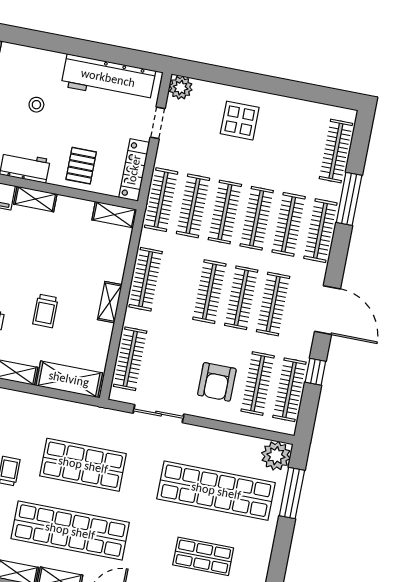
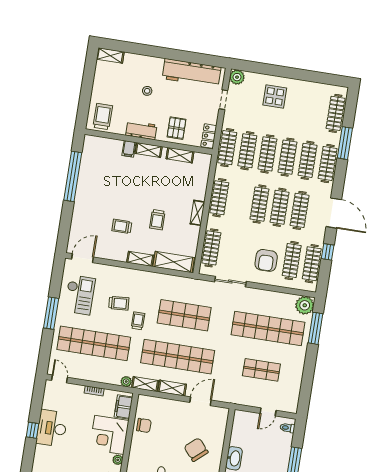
locker: (134, 170) -> (209, 136), width x0.66
shelving: (114, 215) -> (180, 155), moved

